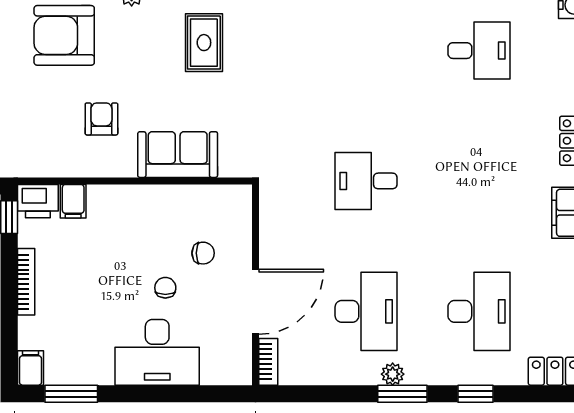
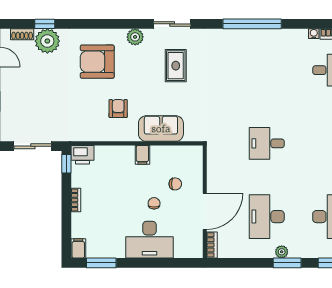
filing cabinet: (73, 201) -> (142, 155), moved
bookcase: (26, 282) -> (76, 200), width x0.64
desk: (366, 311) -> (267, 217), turned 180

